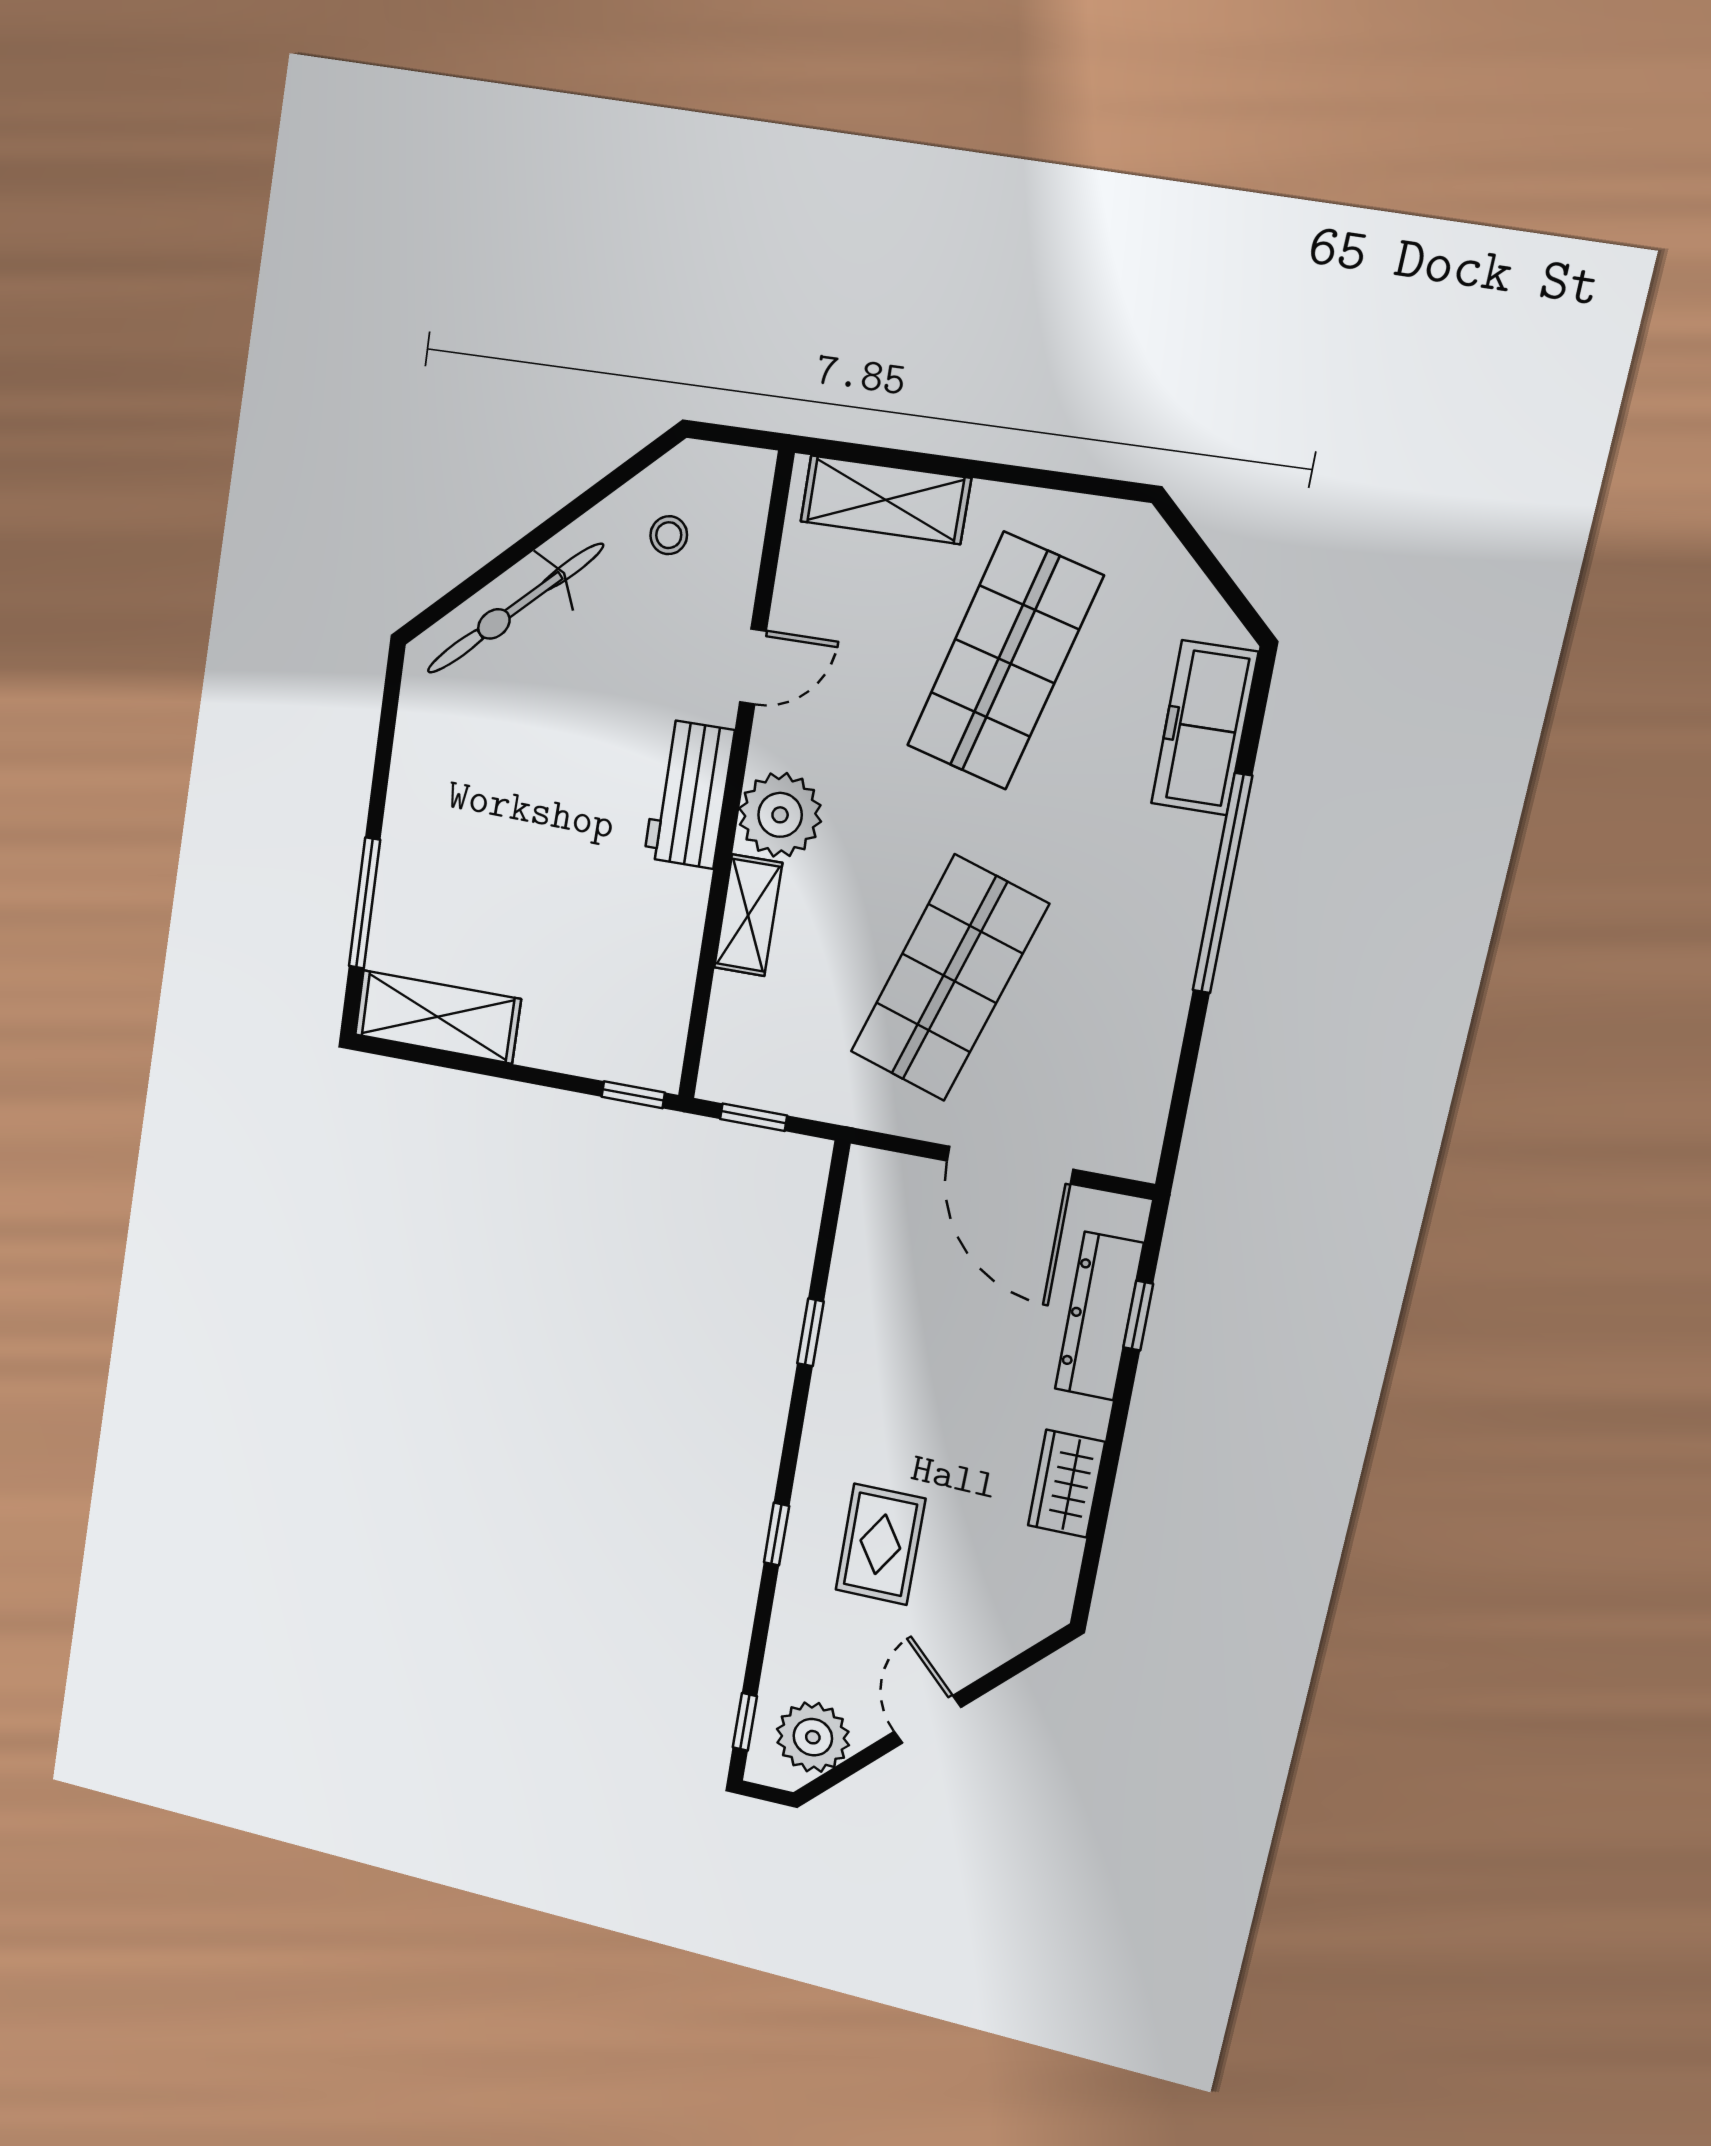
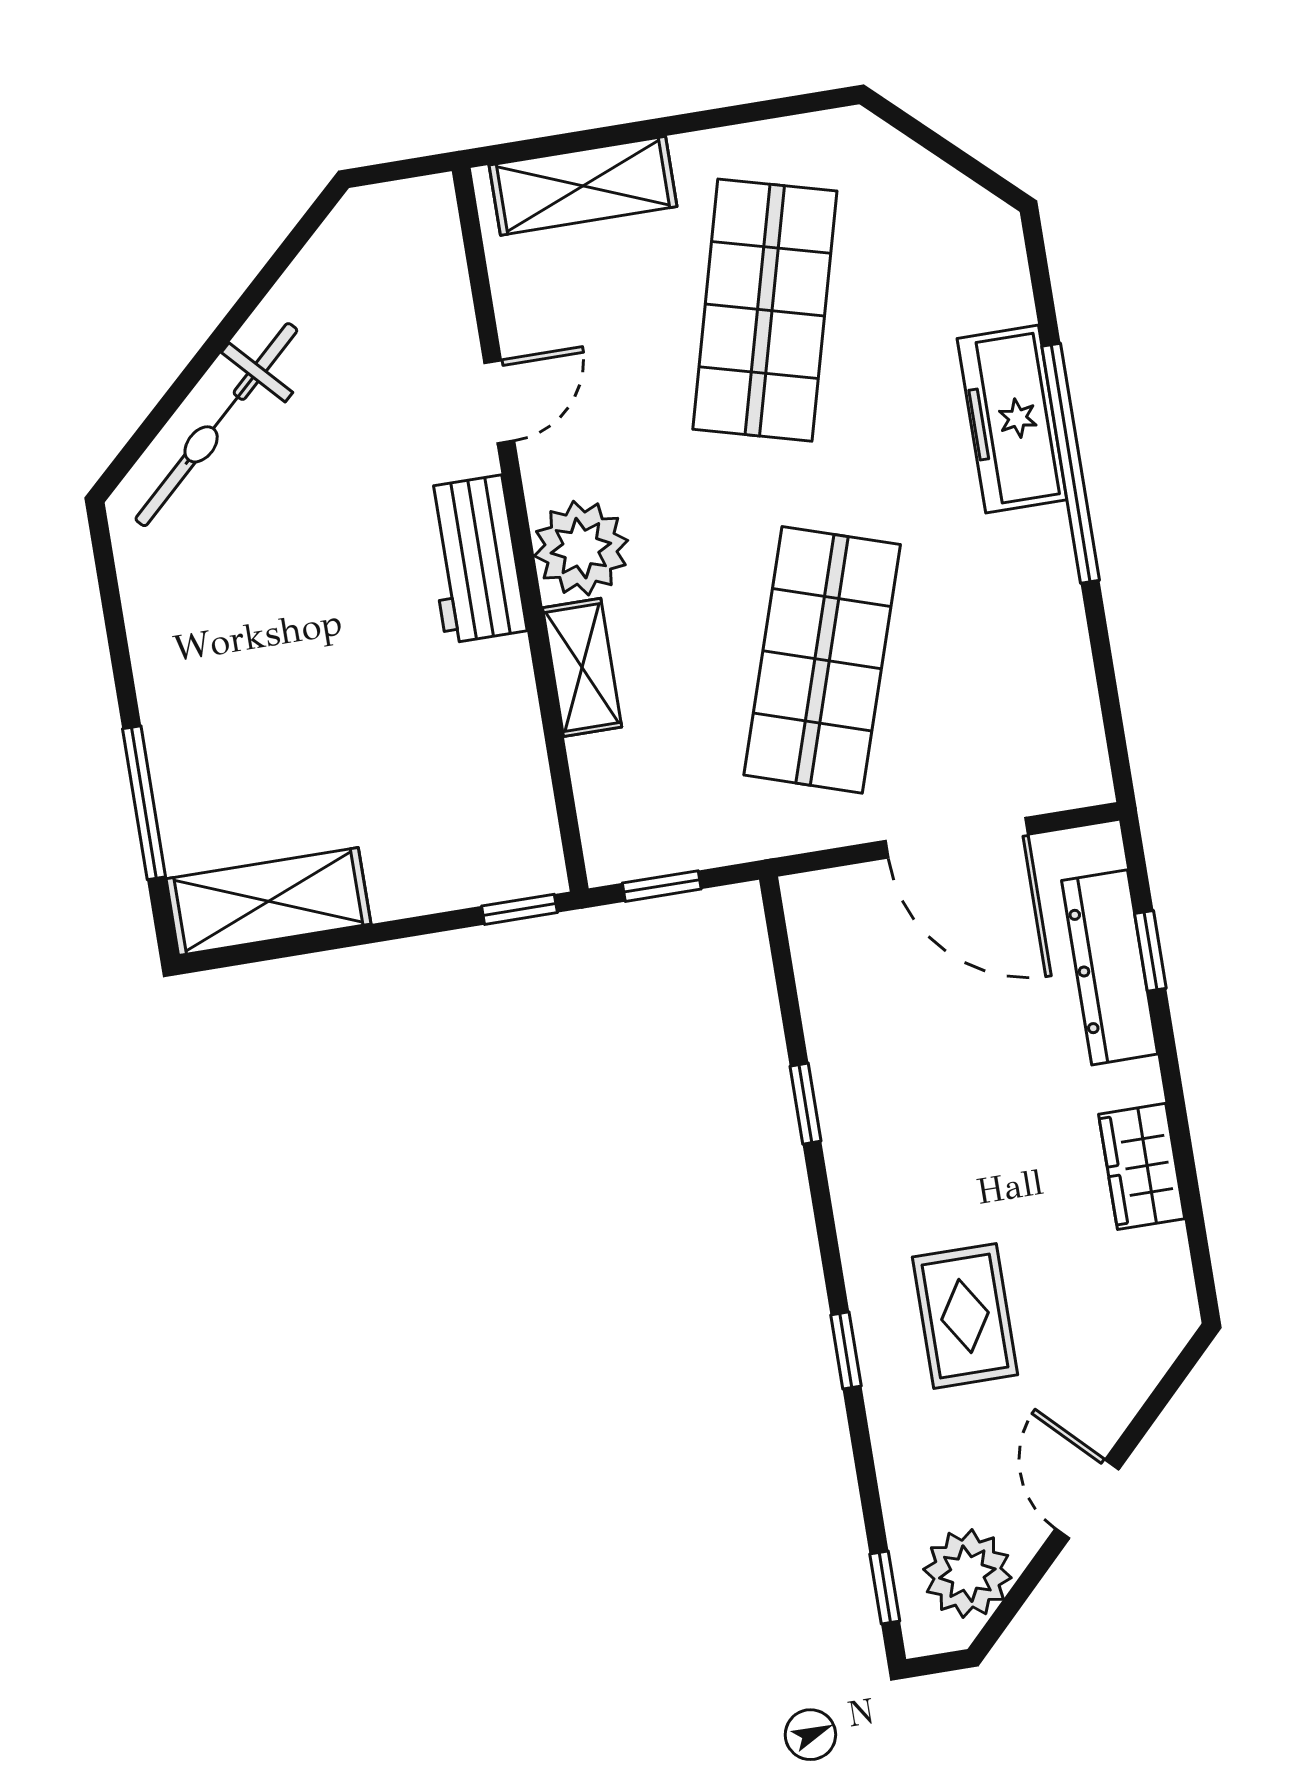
stool: (669, 535) -> (362, 294), removed
freezer: (1204, 728) -> (1012, 419), moved

